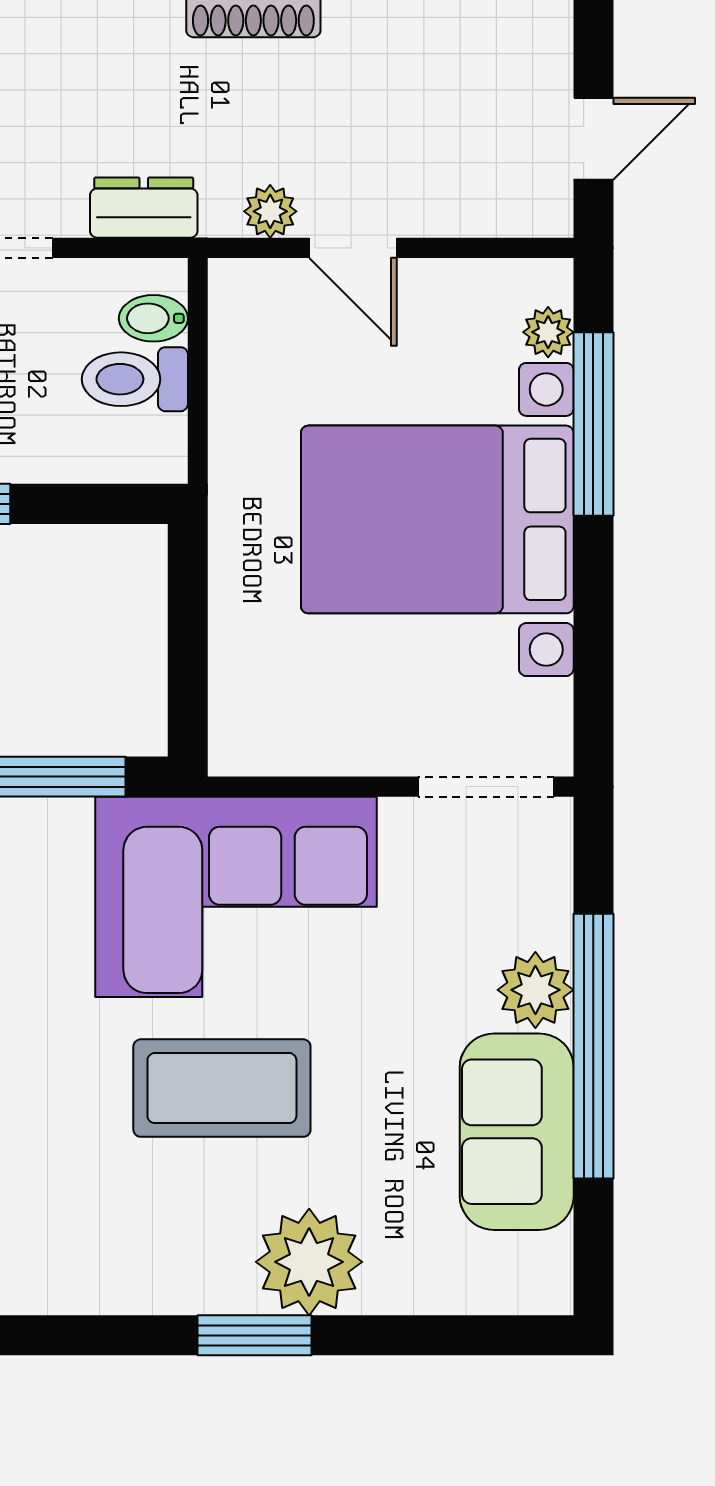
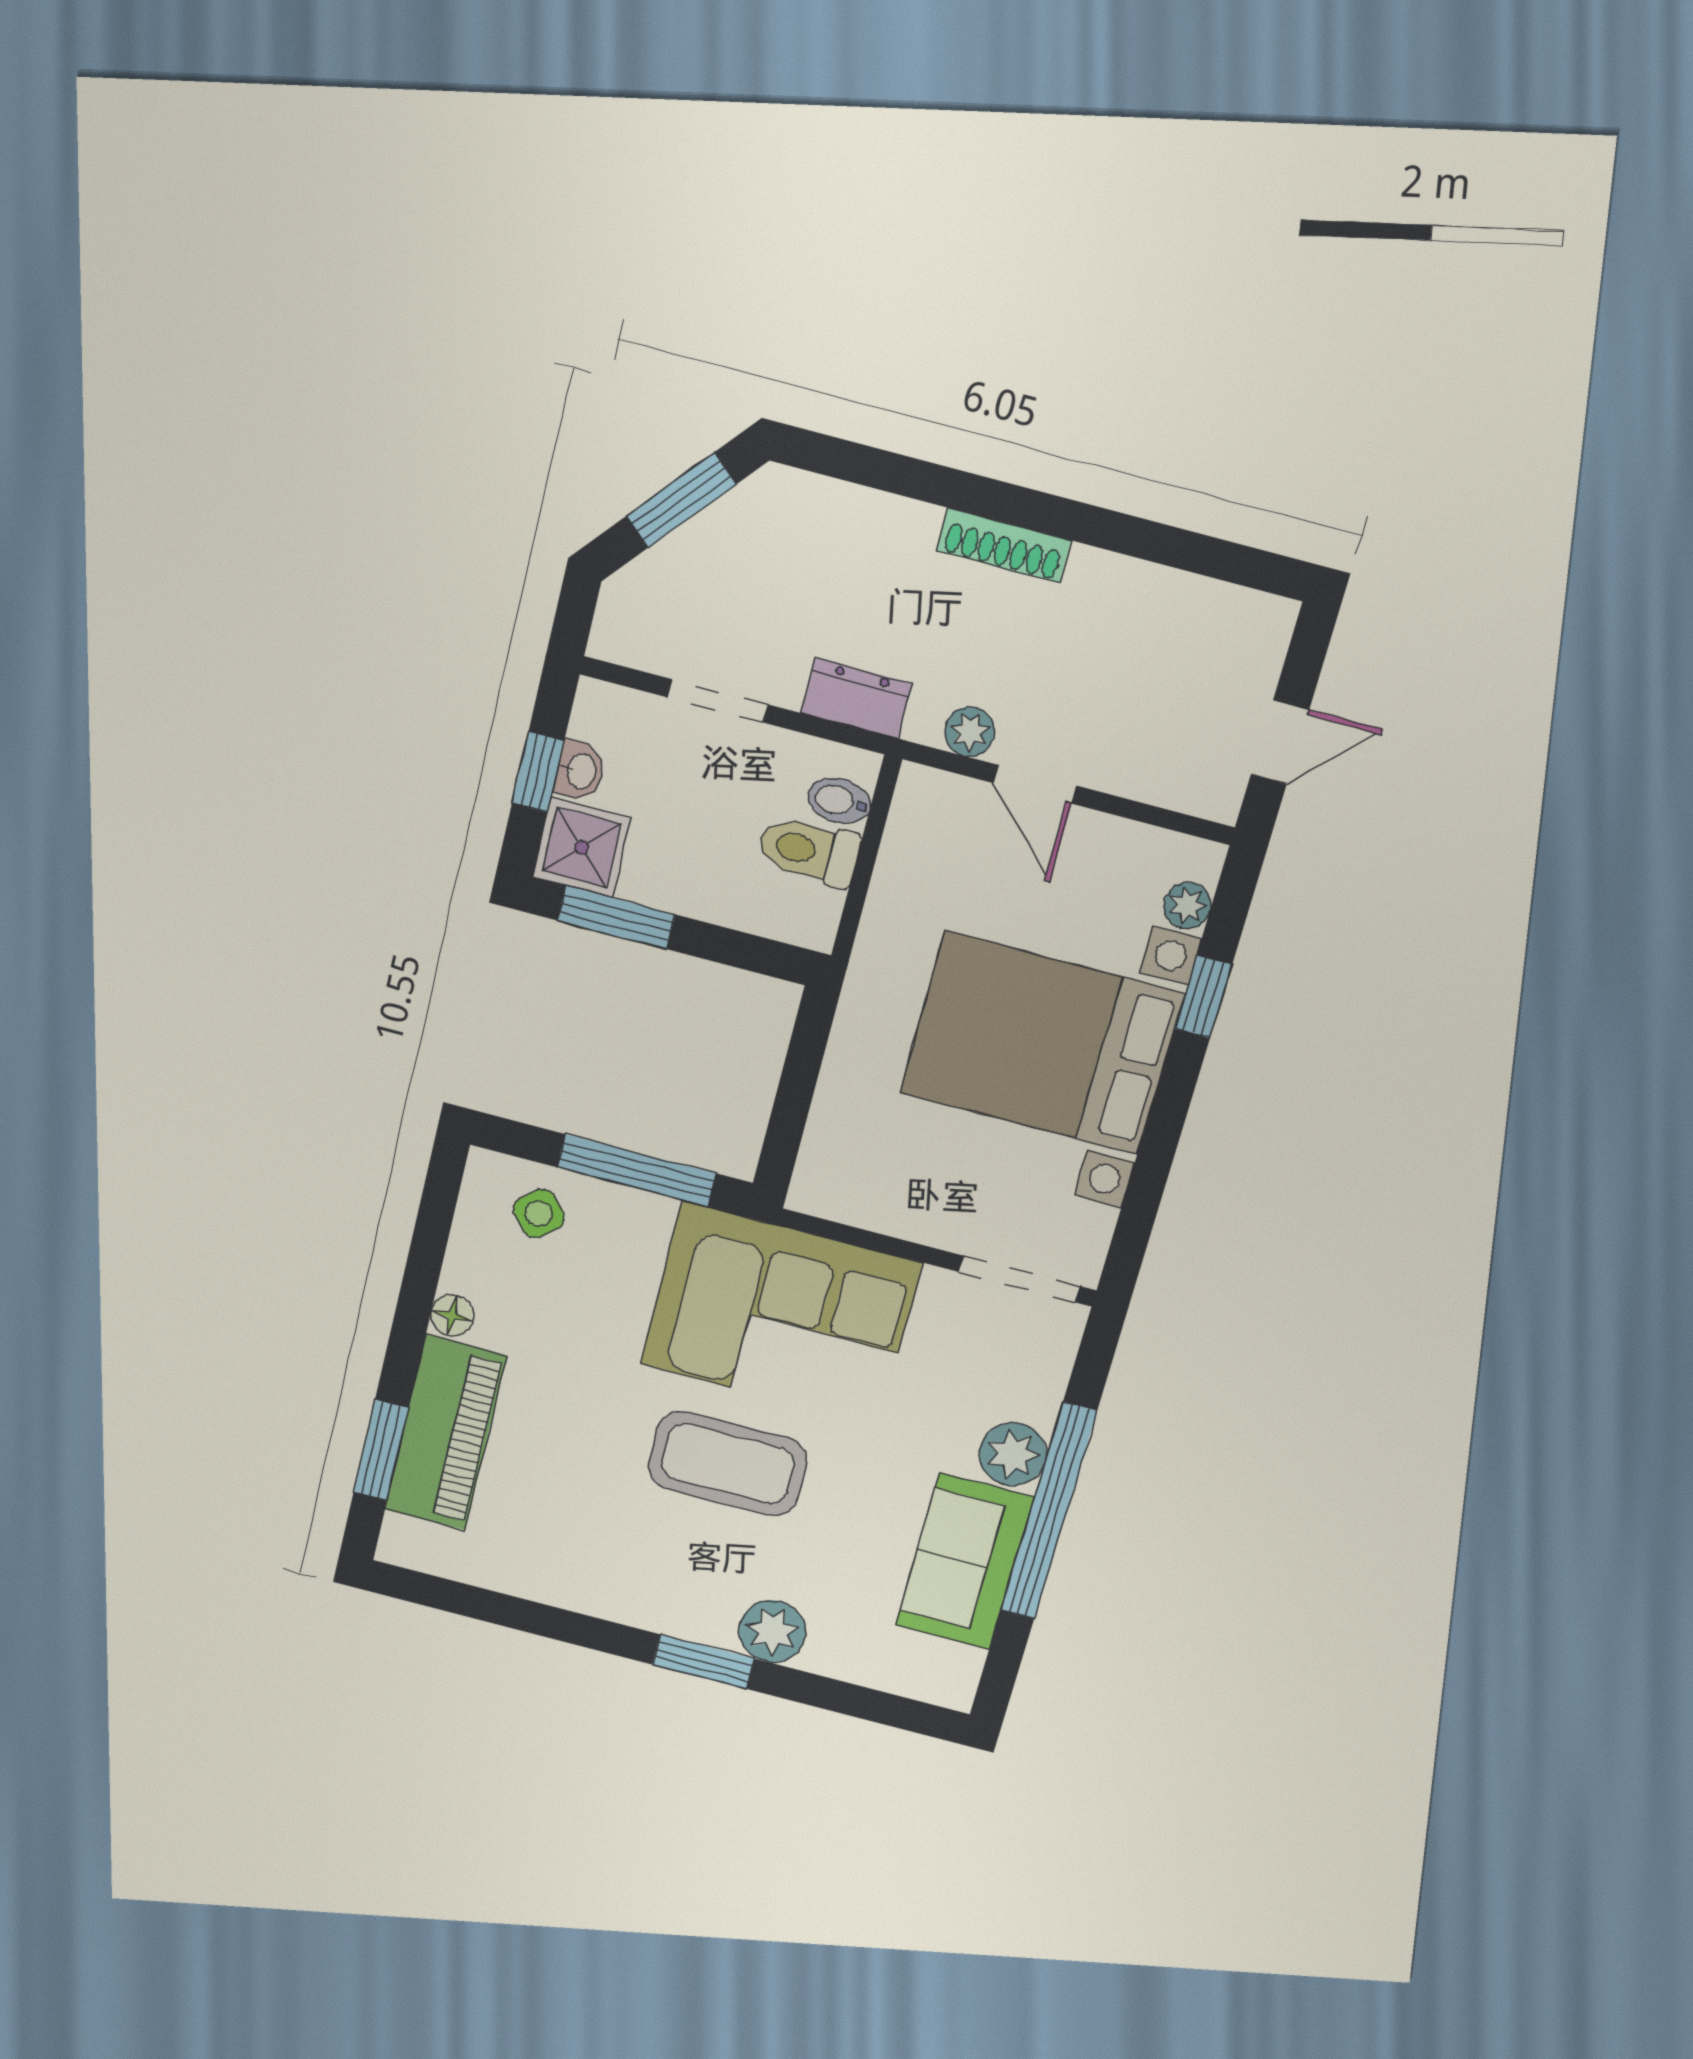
window: (593, 424) -> (1203, 997), width x0.46
plant: (309, 1262) -> (772, 1631), width x0.73, depth x0.73

